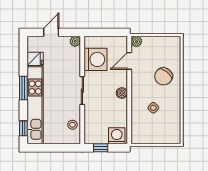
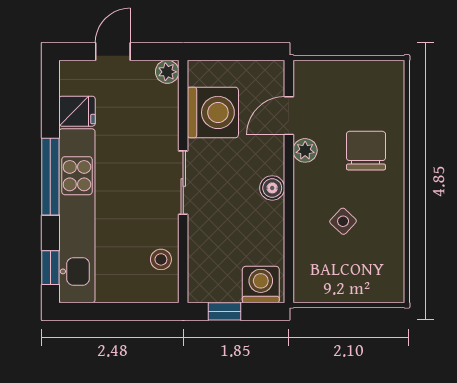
plant: (136, 41) -> (305, 150), moved
chair: (164, 76) -> (366, 151), turned 141
window: (23, 88) -> (50, 177), width x1.44

